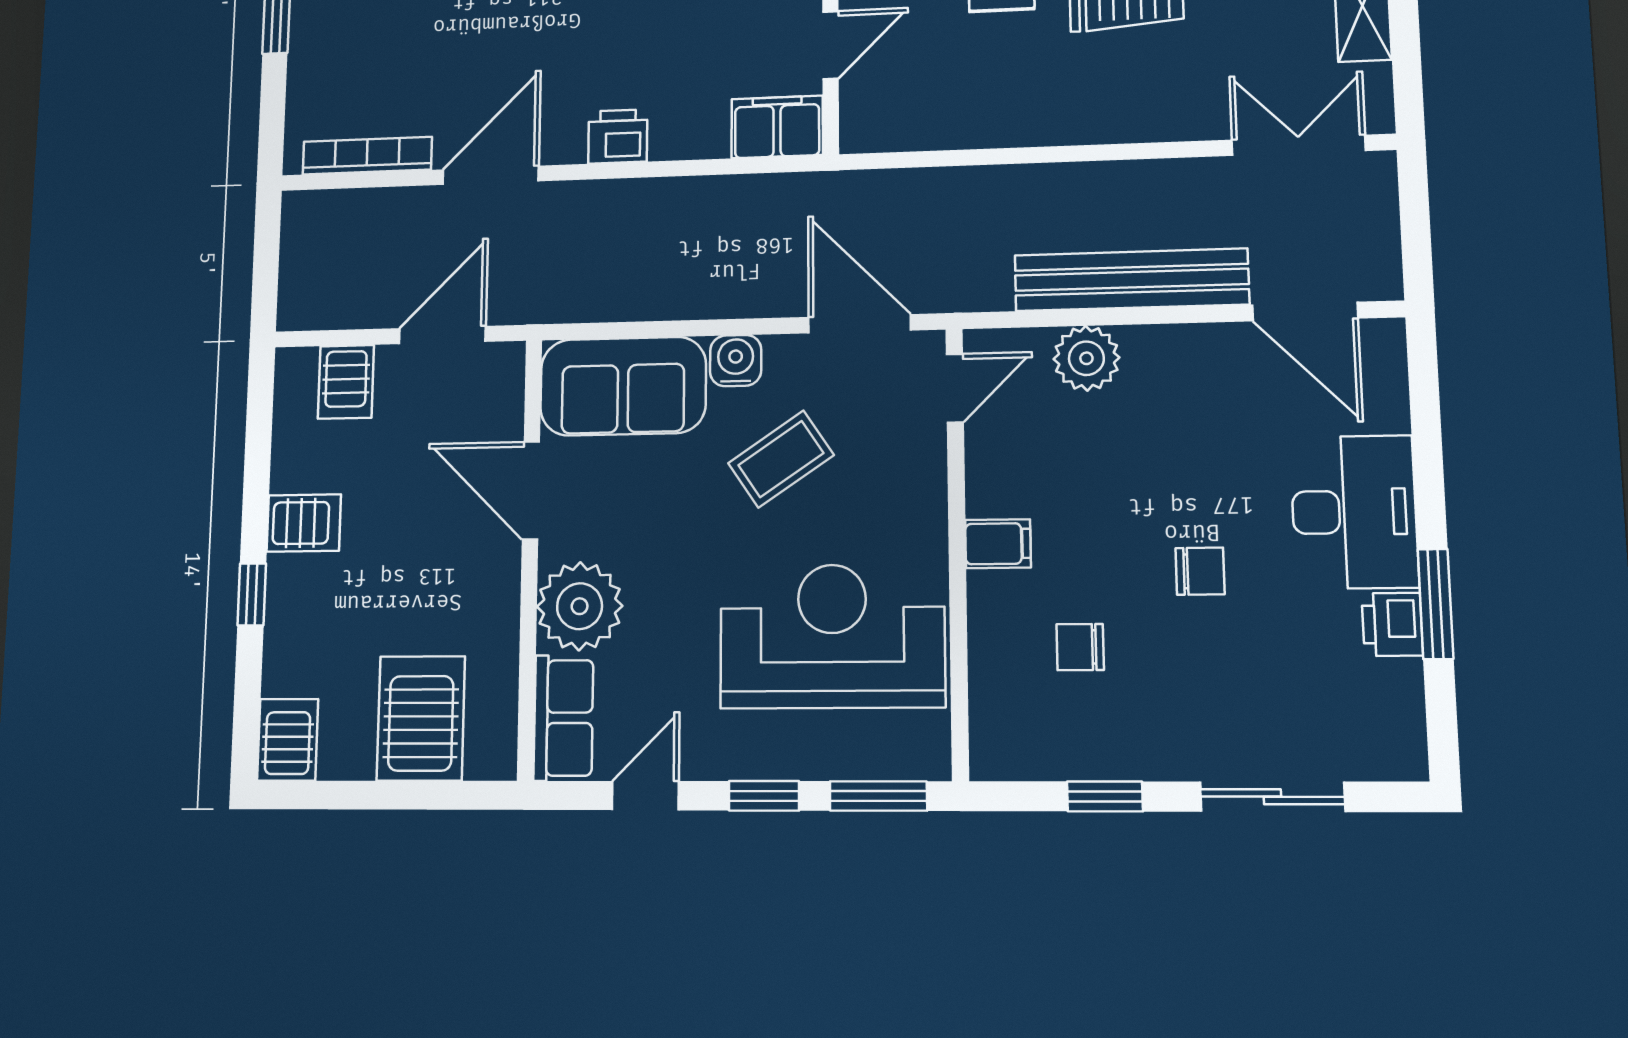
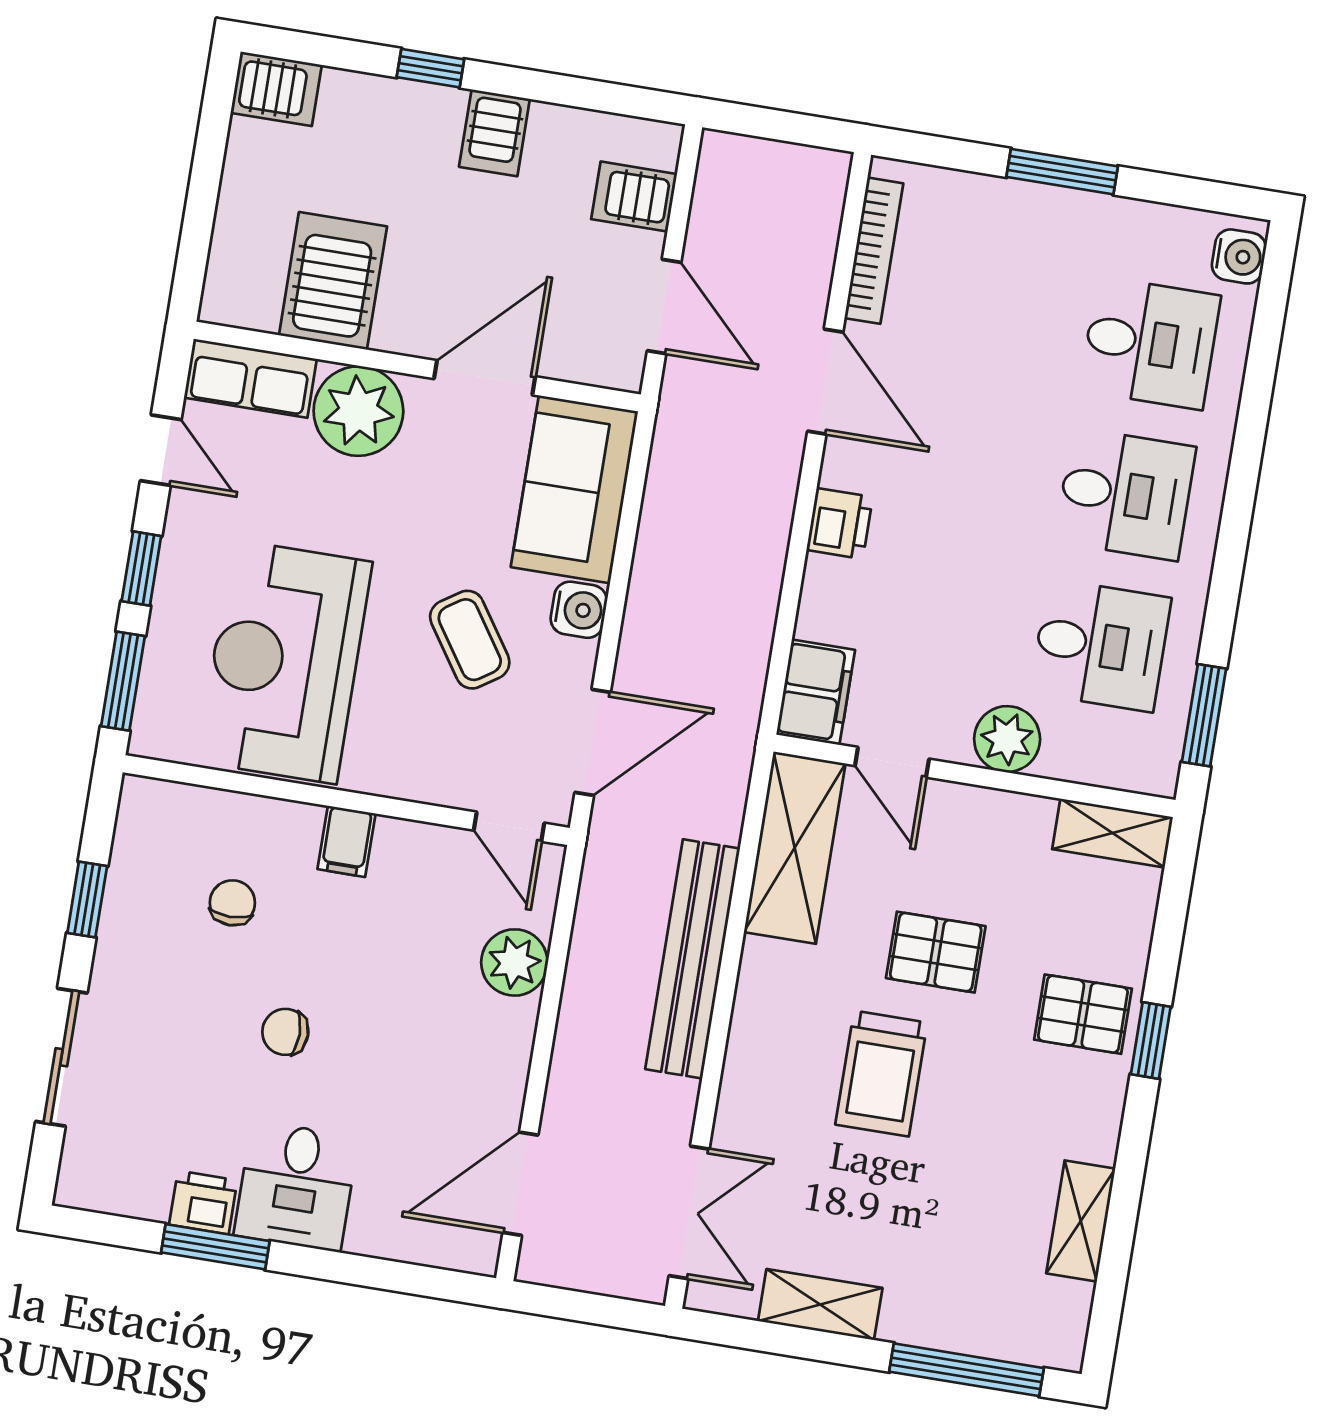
shelving: (926, 117) -> (795, 848), added
bench: (1131, 280) -> (693, 959), moved
desk: (1354, 512) -> (296, 1186), width x0.73
chair: (1200, 571) -> (285, 1032), turned 90
reception desk: (832, 636) -> (285, 662), turned 180
server rack: (421, 718) -> (333, 281), moved, turned -90

